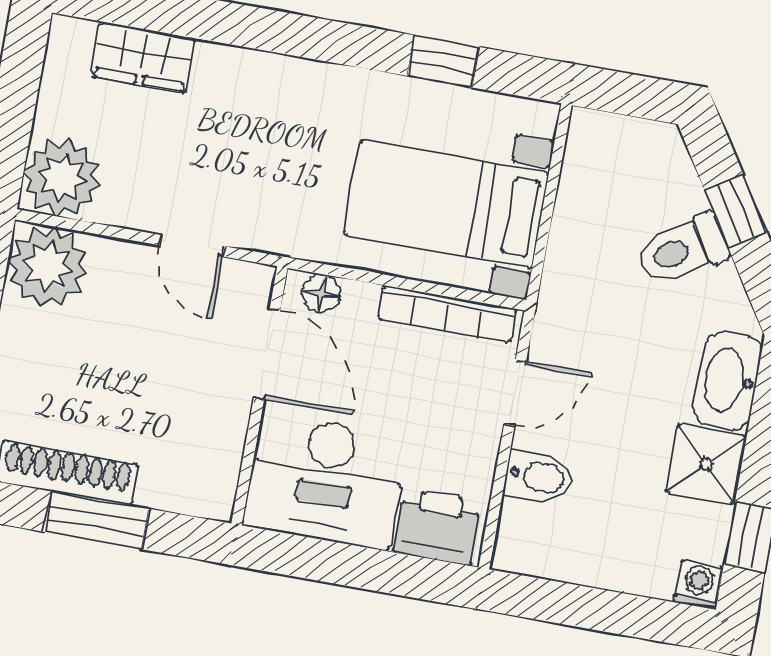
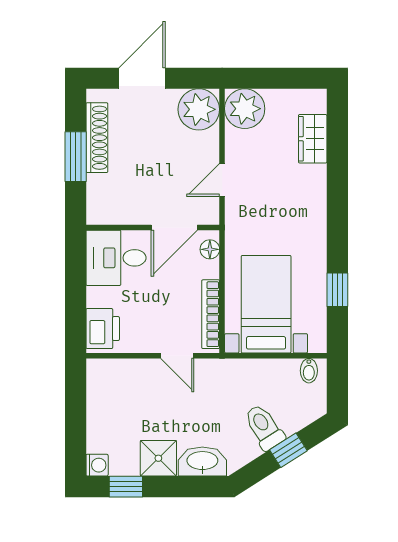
bidet: (539, 477) -> (309, 371), moved, width x0.72, depth x0.74
desk: (325, 481) -> (116, 258), width x0.73

